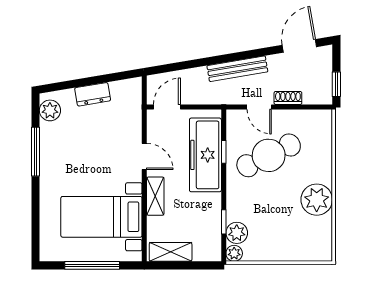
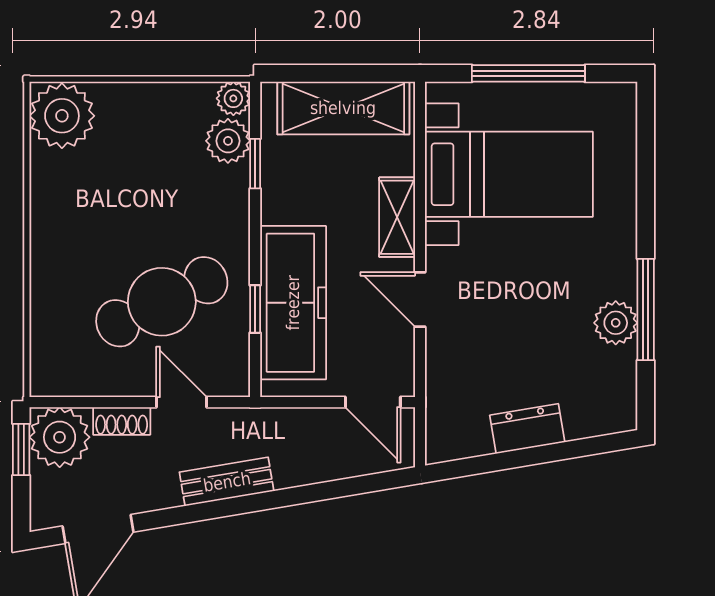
bench: (237, 69) -> (227, 482), width x0.73
plant: (318, 90) -> (60, 437), added
door: (167, 107) -> (373, 402), hinge flipped
plant: (50, 110) -> (616, 323), moved
plant: (317, 200) -> (62, 116), moved
shelving: (171, 252) -> (343, 108), width x1.50, depth x1.33

